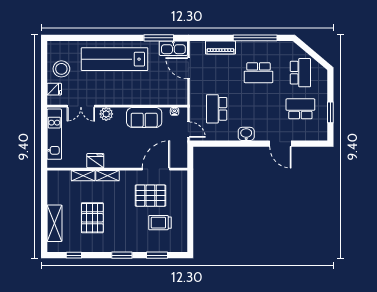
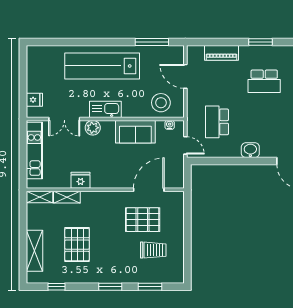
window: (255, 38) -> (260, 42), width x0.47
kitchen sink: (173, 48) -> (105, 109), moved, turned 180
stool: (61, 69) -> (161, 103), moved
shelving: (108, 176) -> (39, 197), moved
trolley: (160, 223) -> (153, 250), turned 180

